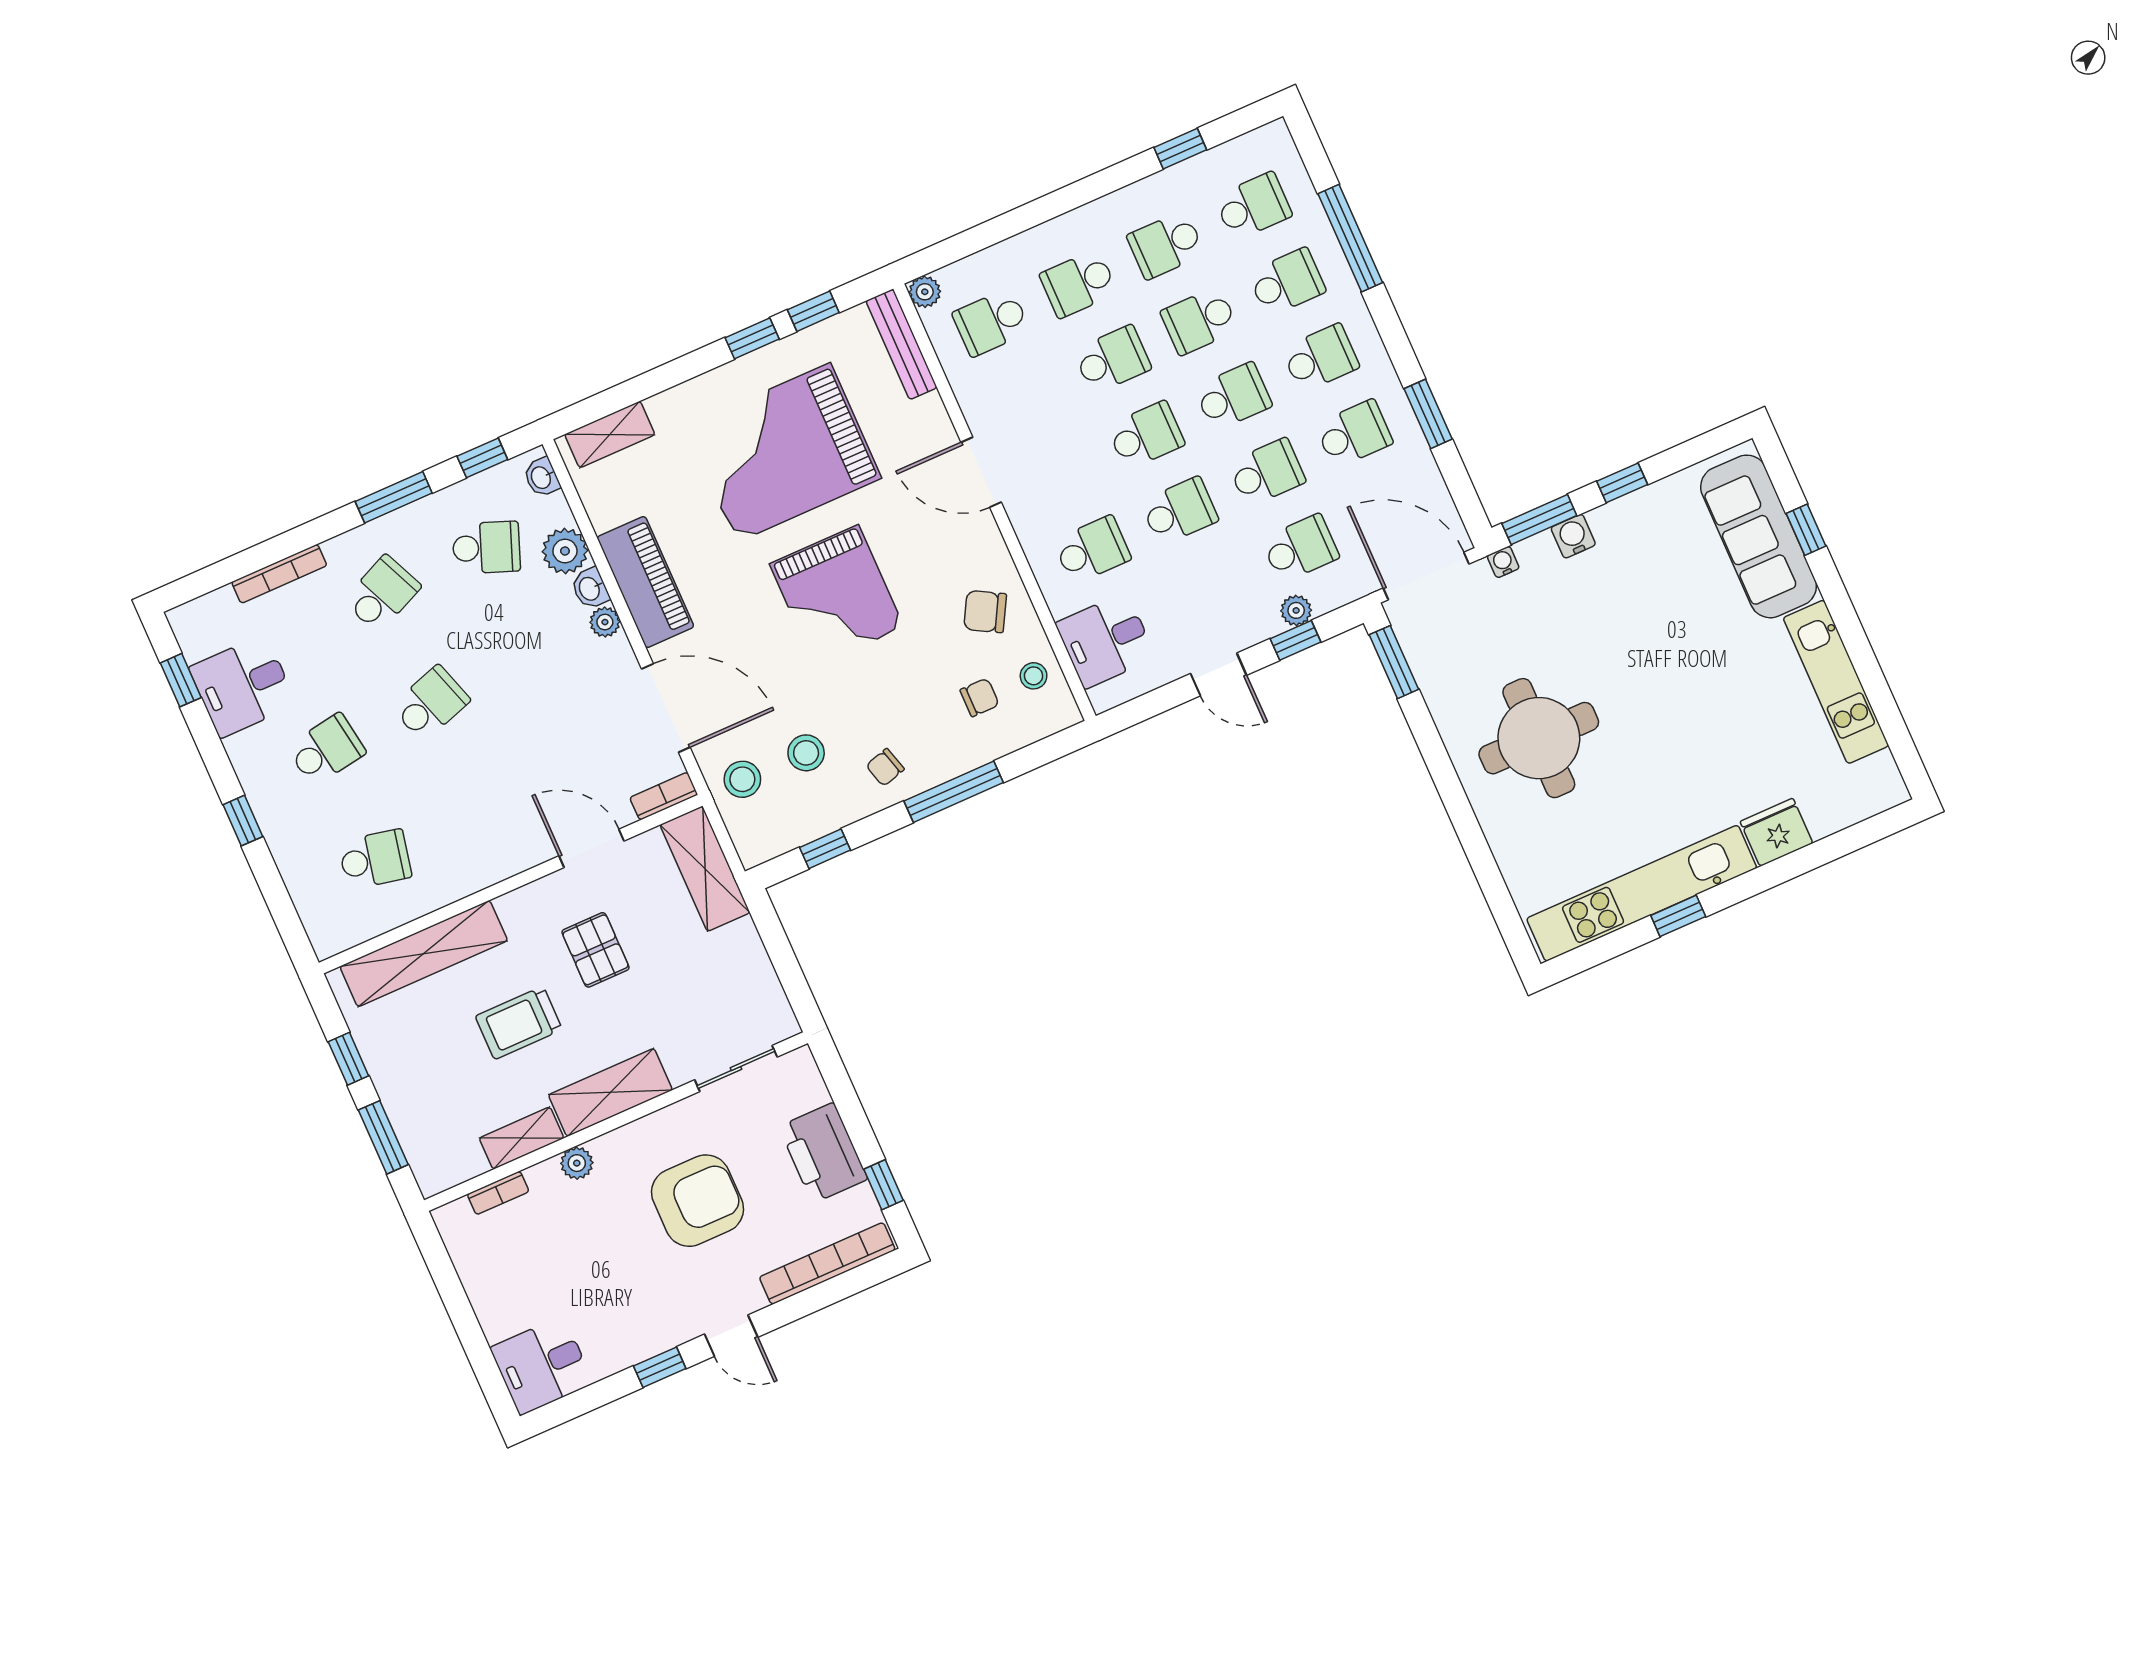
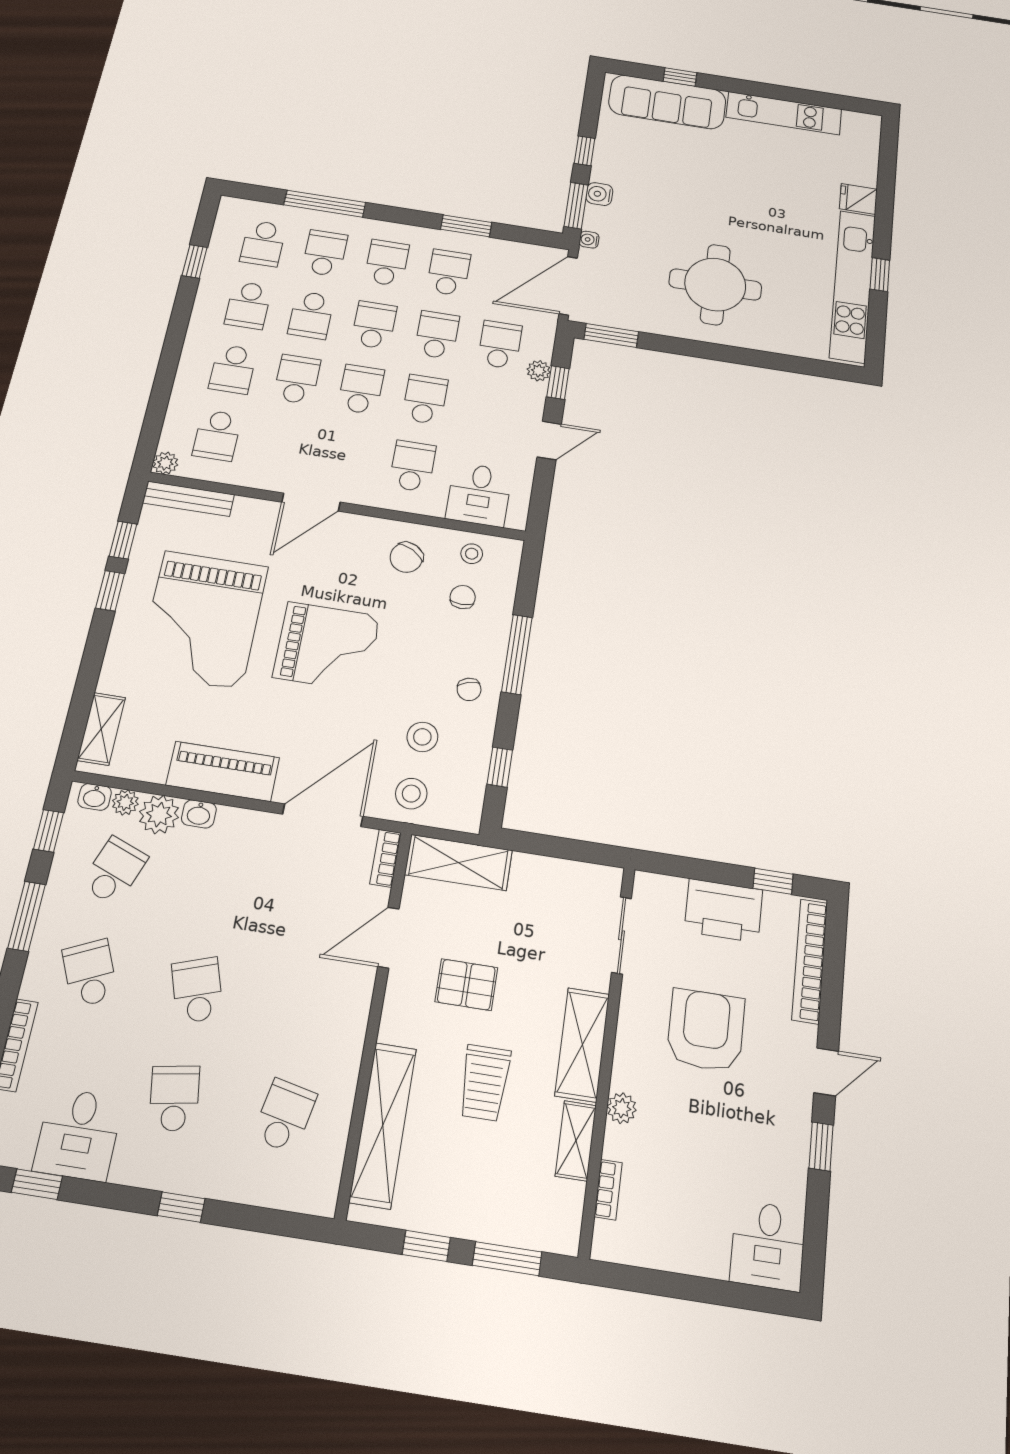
school desk: (1253, 206) -> (263, 243), turned 180
plant: (605, 622) -> (125, 802), moved
fridge: (1776, 832) -> (858, 199), width x0.72

